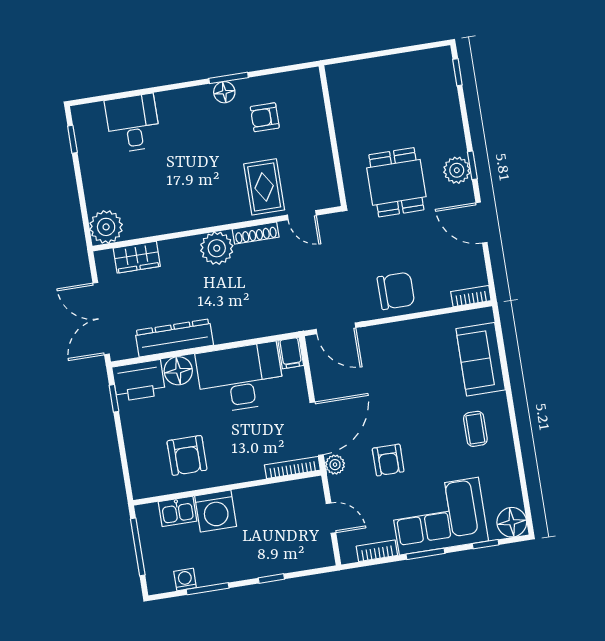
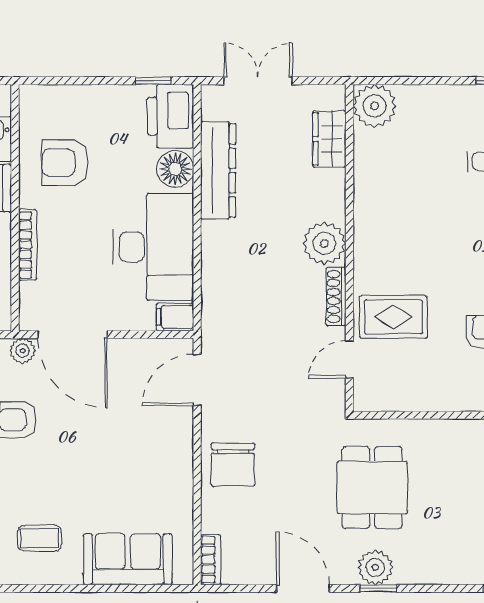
dining table: (396, 182) -> (372, 487), turned 90
door: (481, 223) -> (303, 588), hinge flipped
double door: (101, 319) -> (258, 81), width x0.73
bookcase: (292, 467) -> (28, 245), moved

